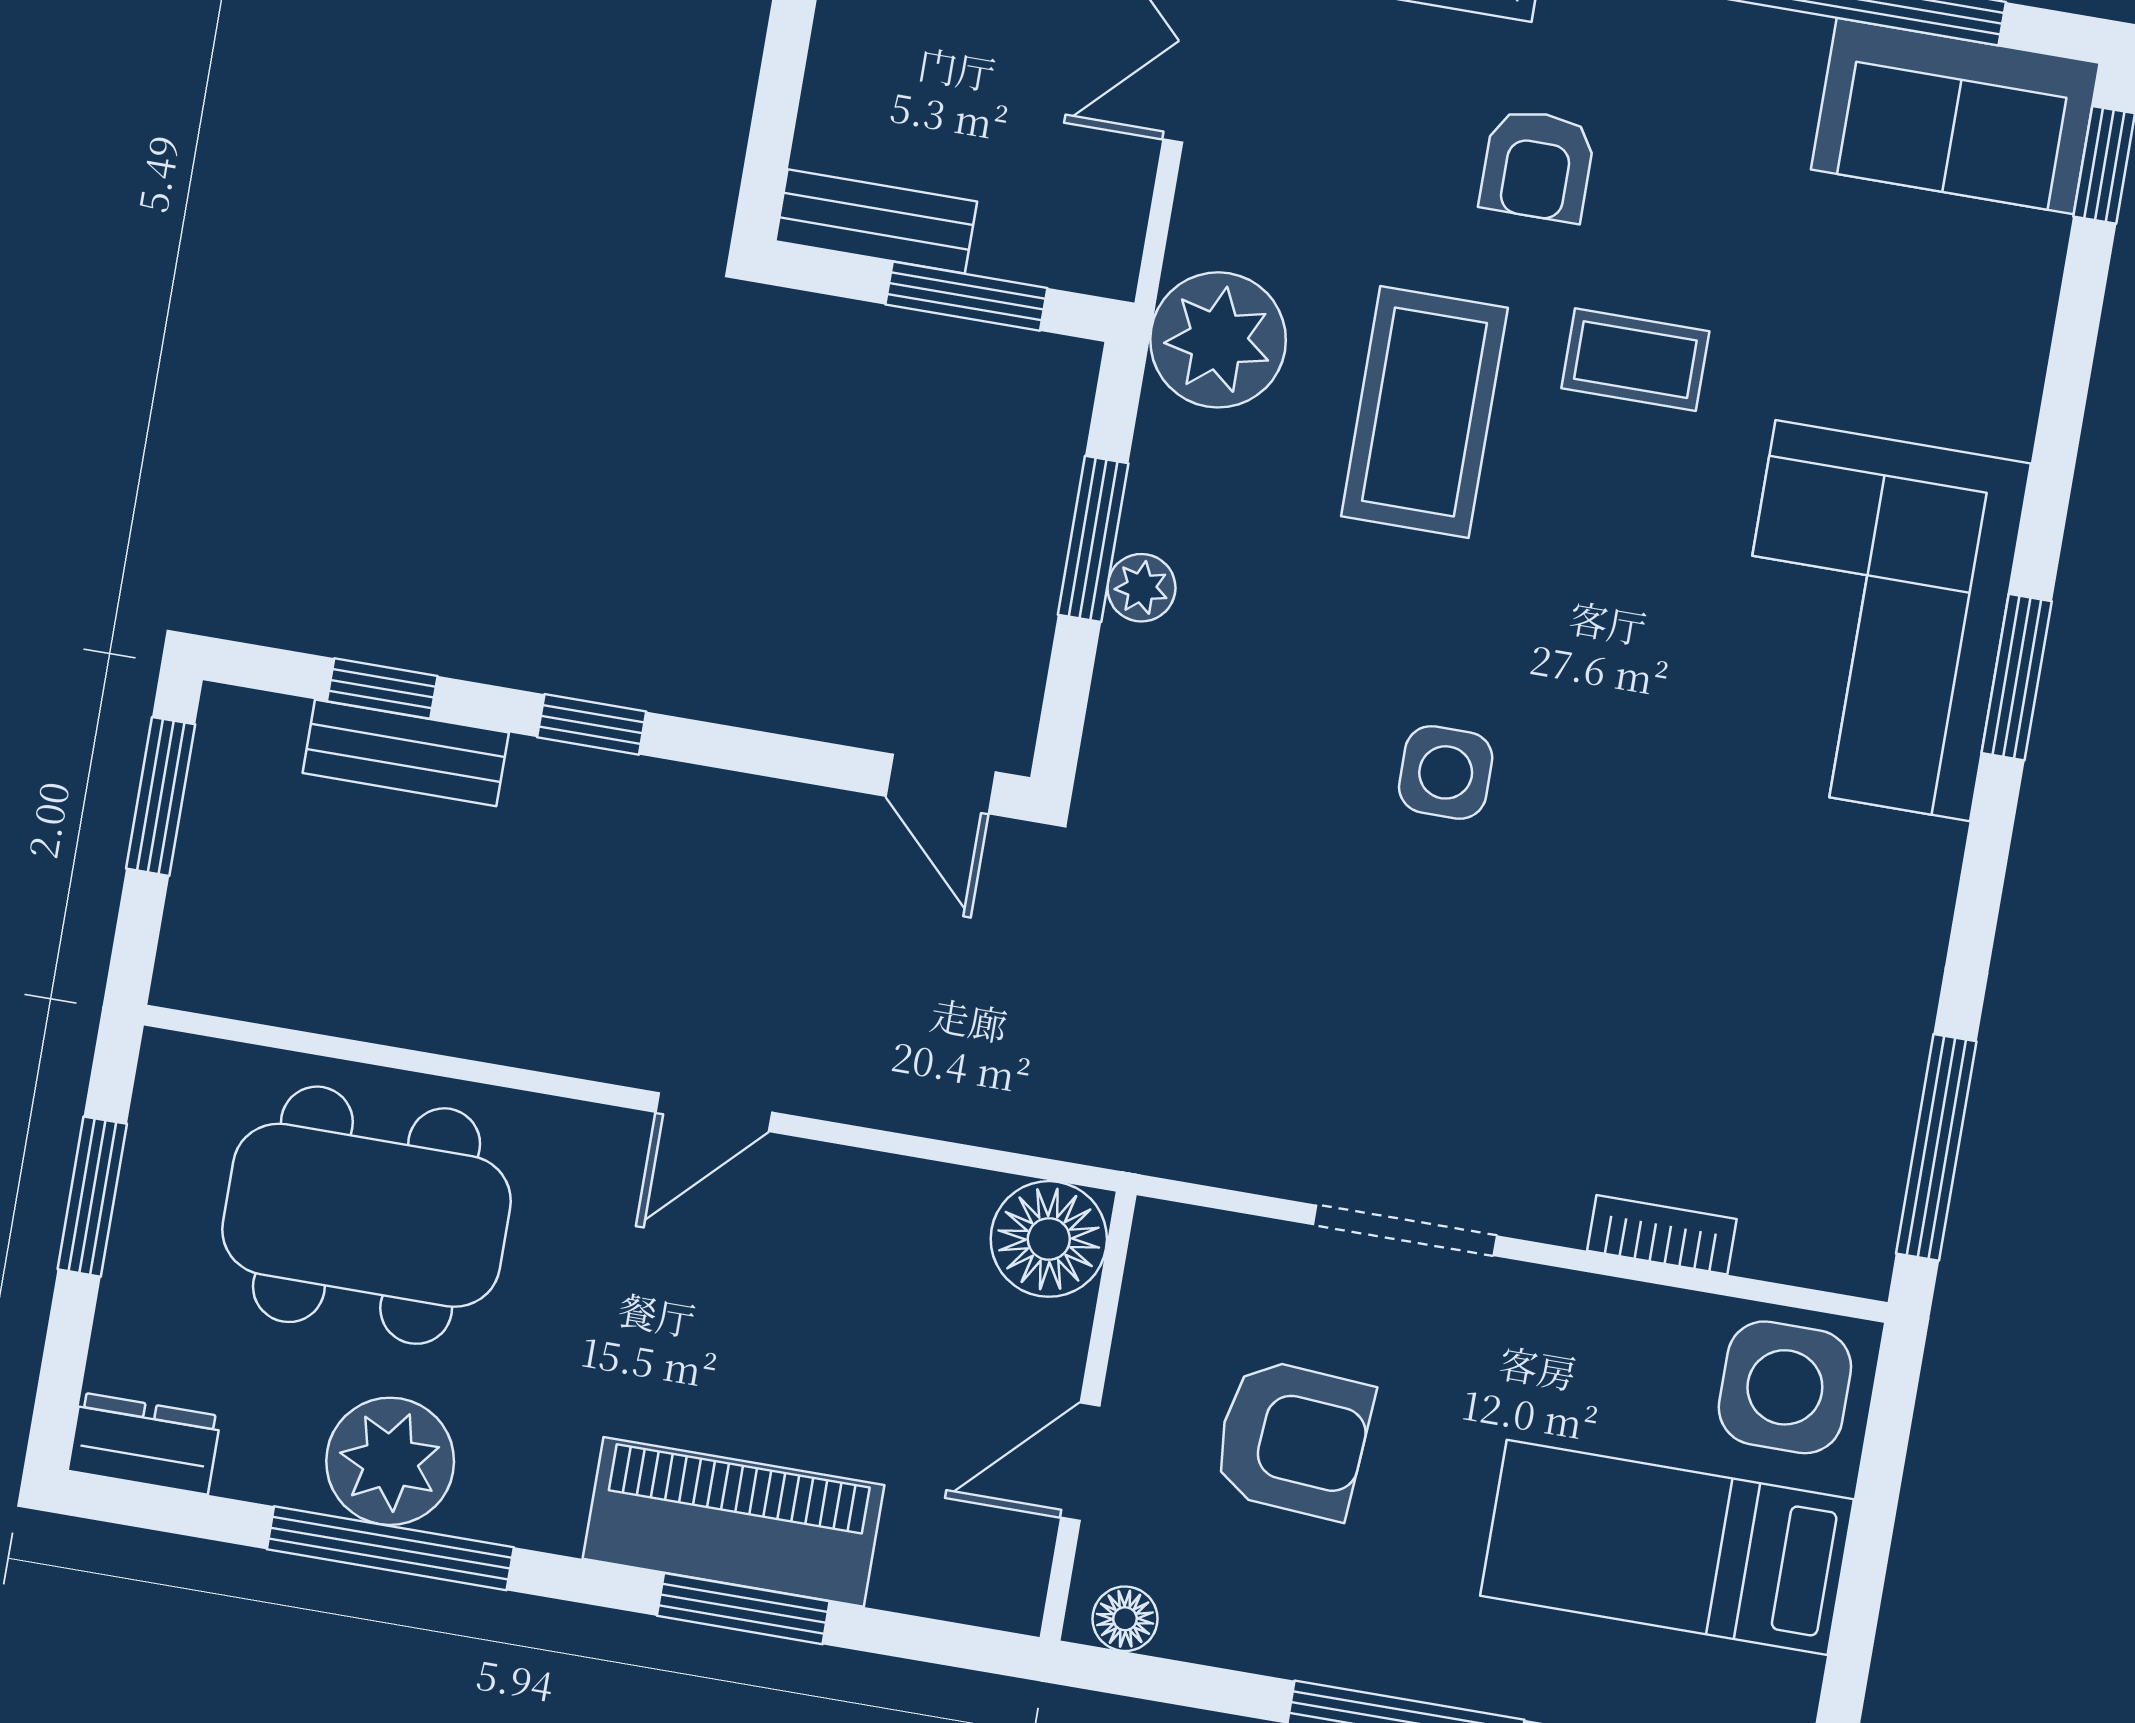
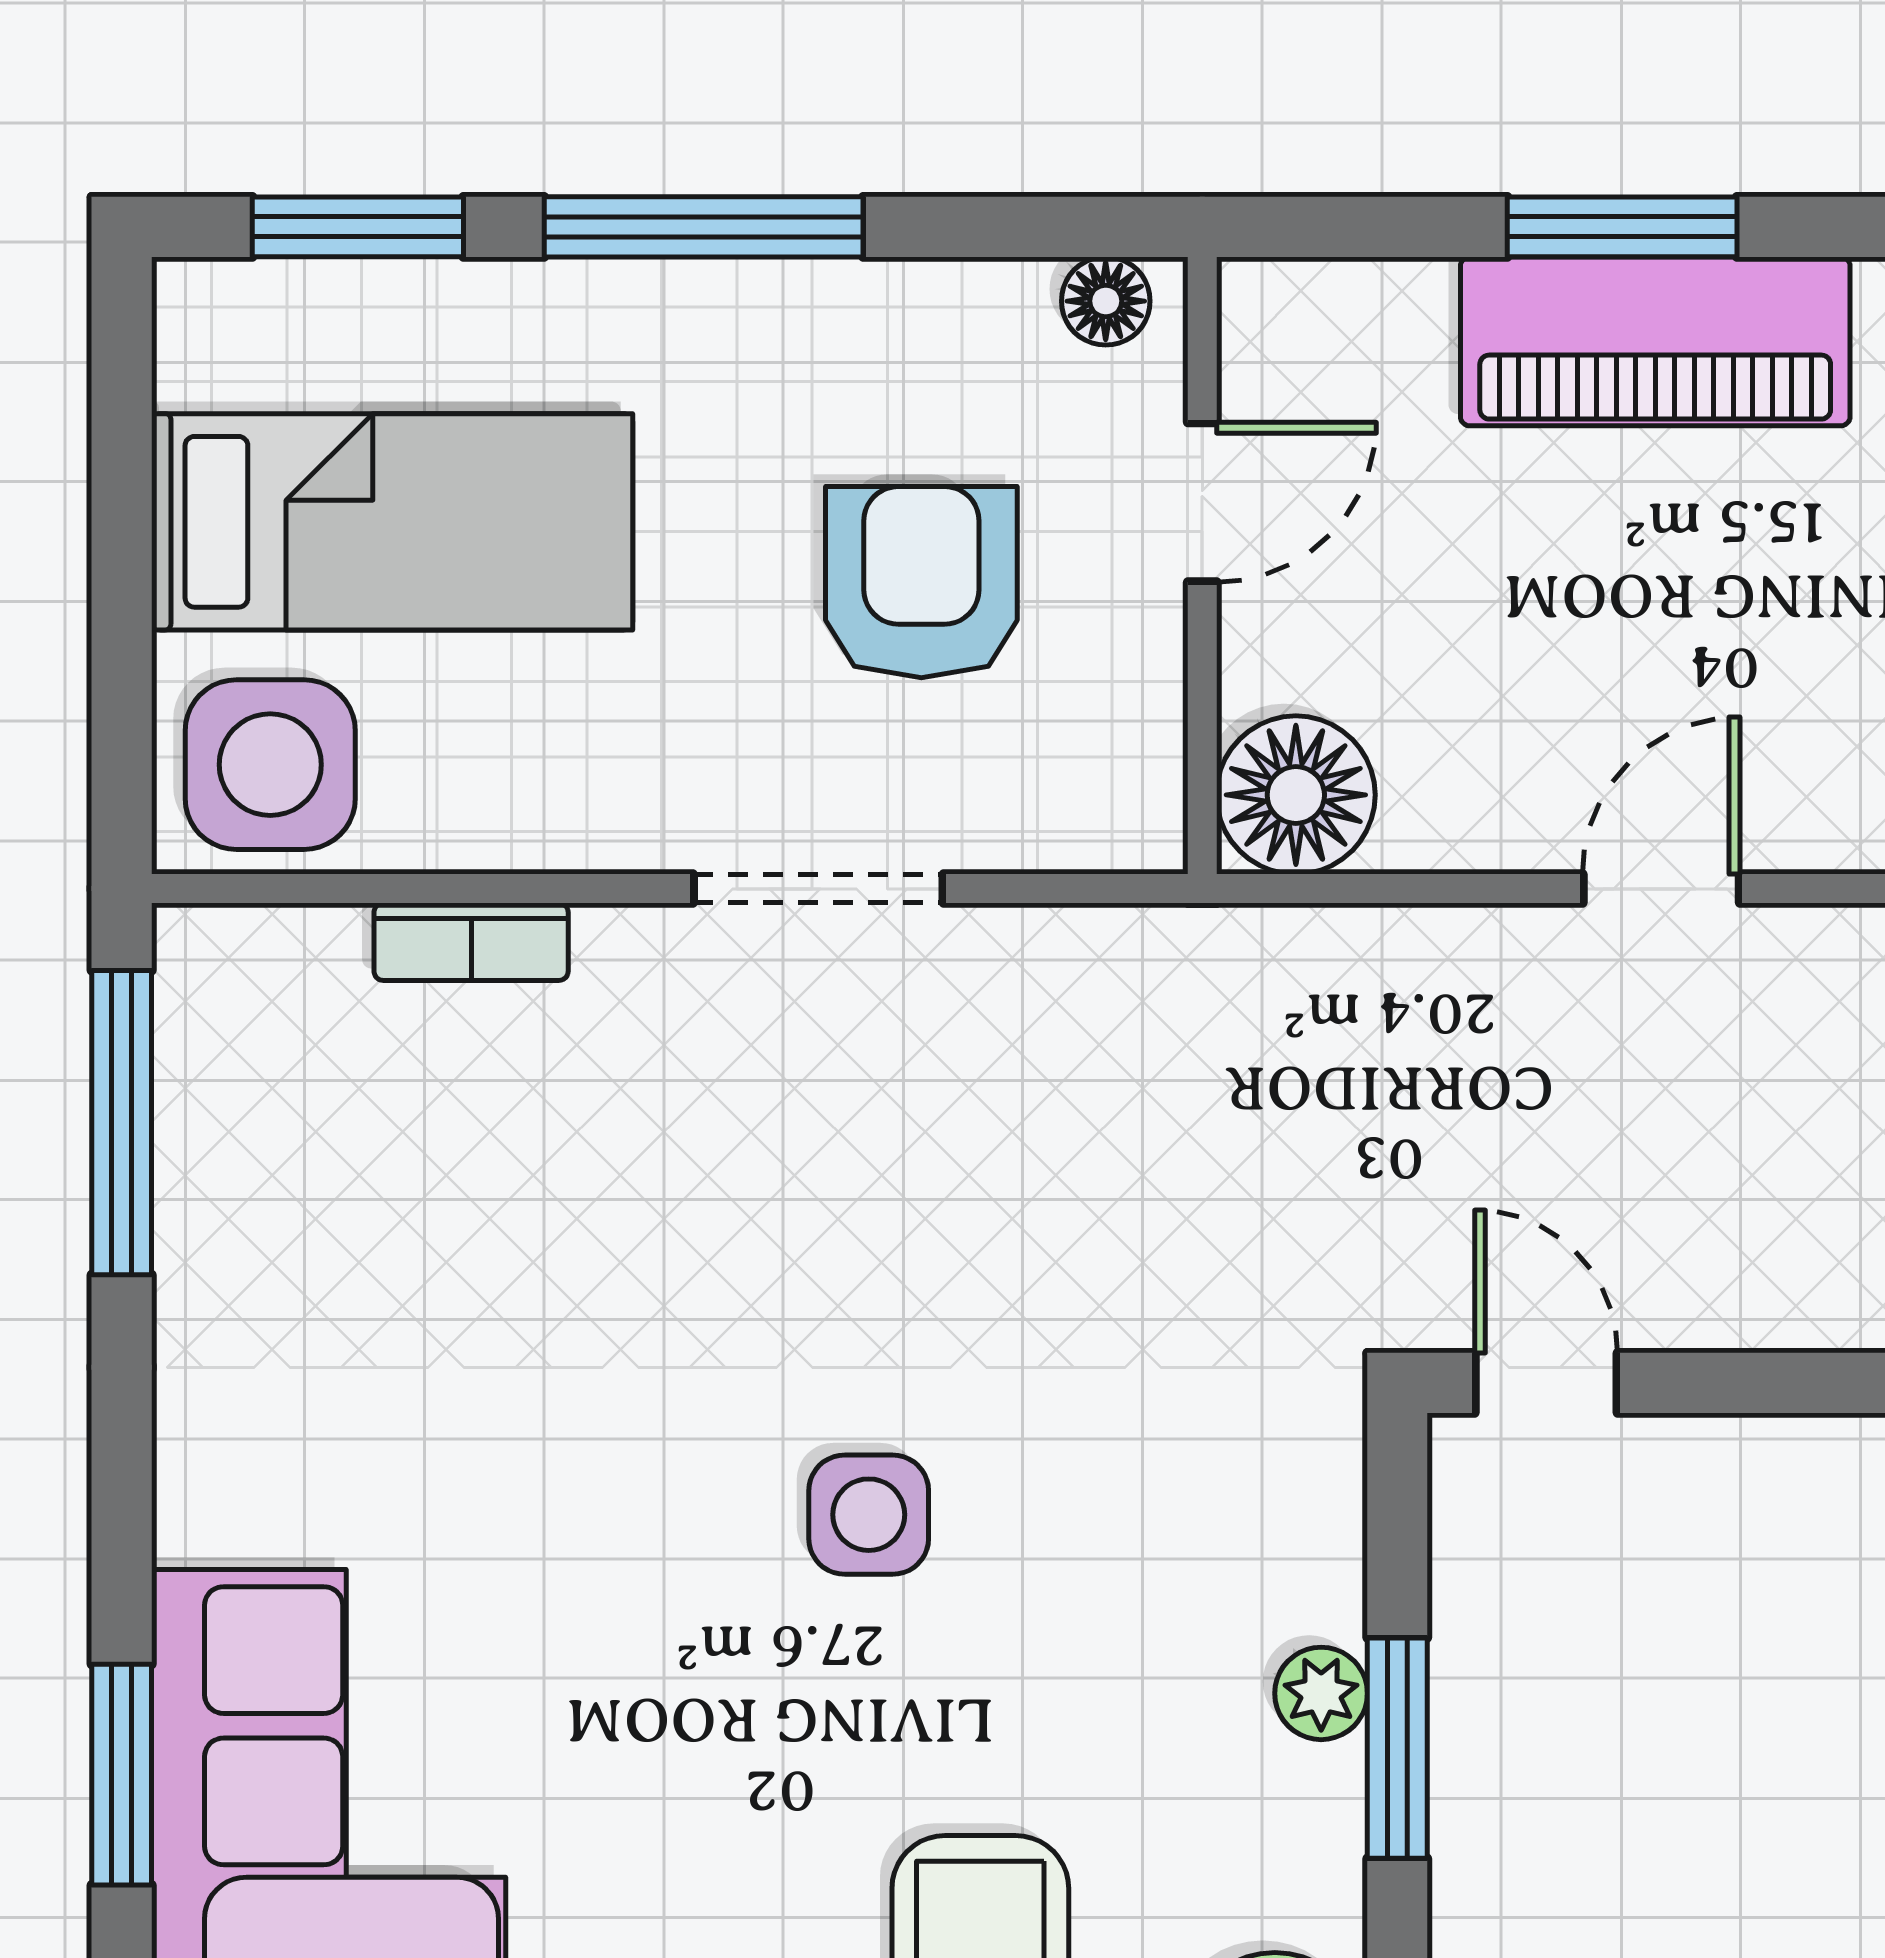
door: (714, 1112) -> (1661, 889), moved
armchair: (1293, 1439) -> (921, 582), turned 86

